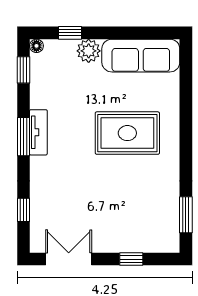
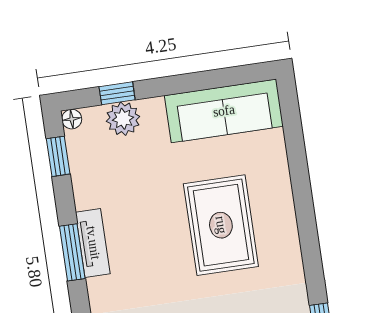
plant: (89, 51) -> (123, 119), moved
rug: (127, 133) -> (221, 225), turned 90

